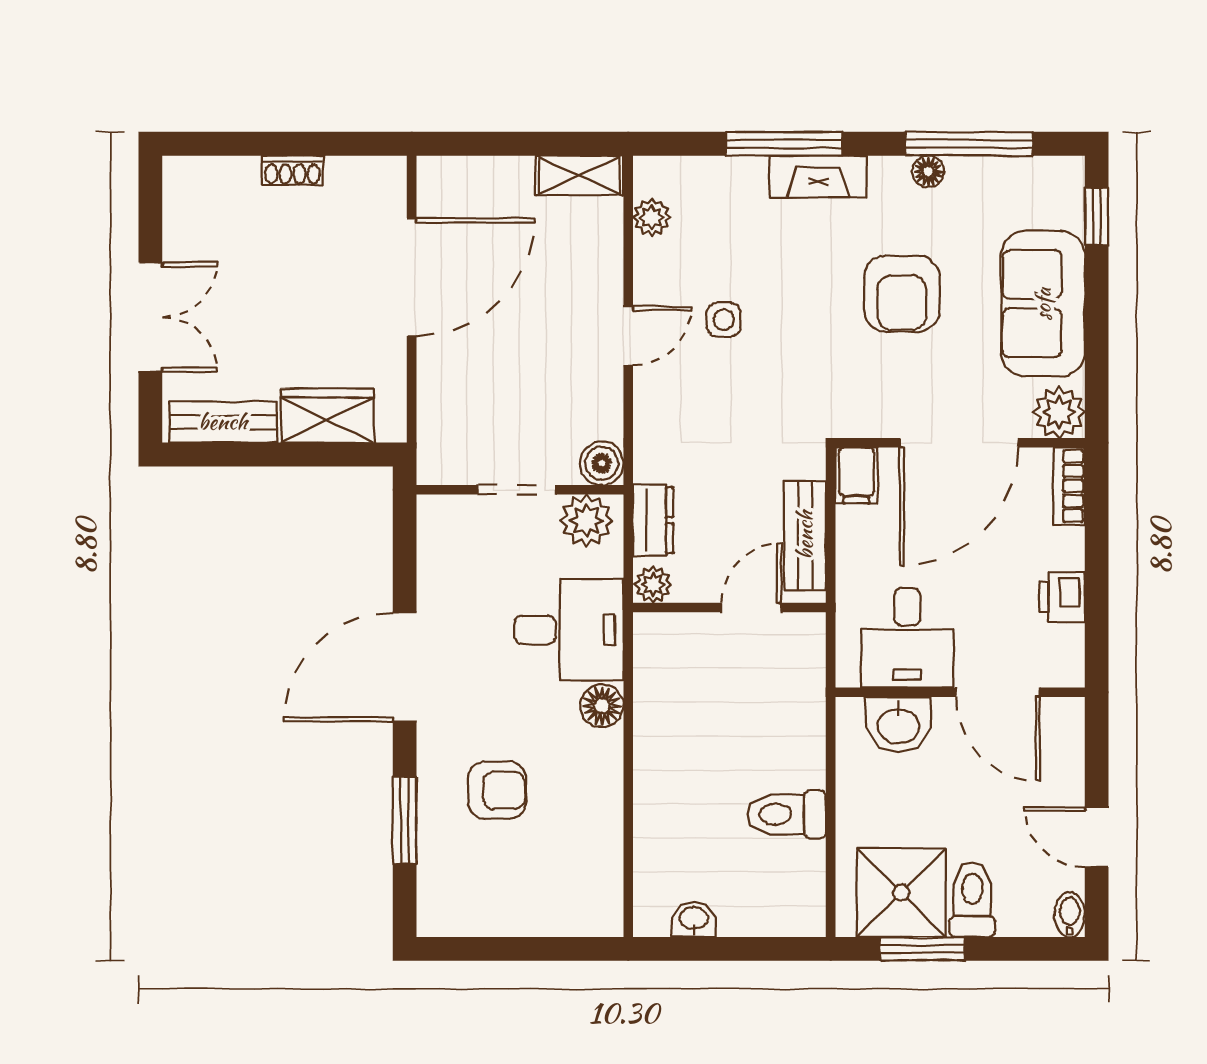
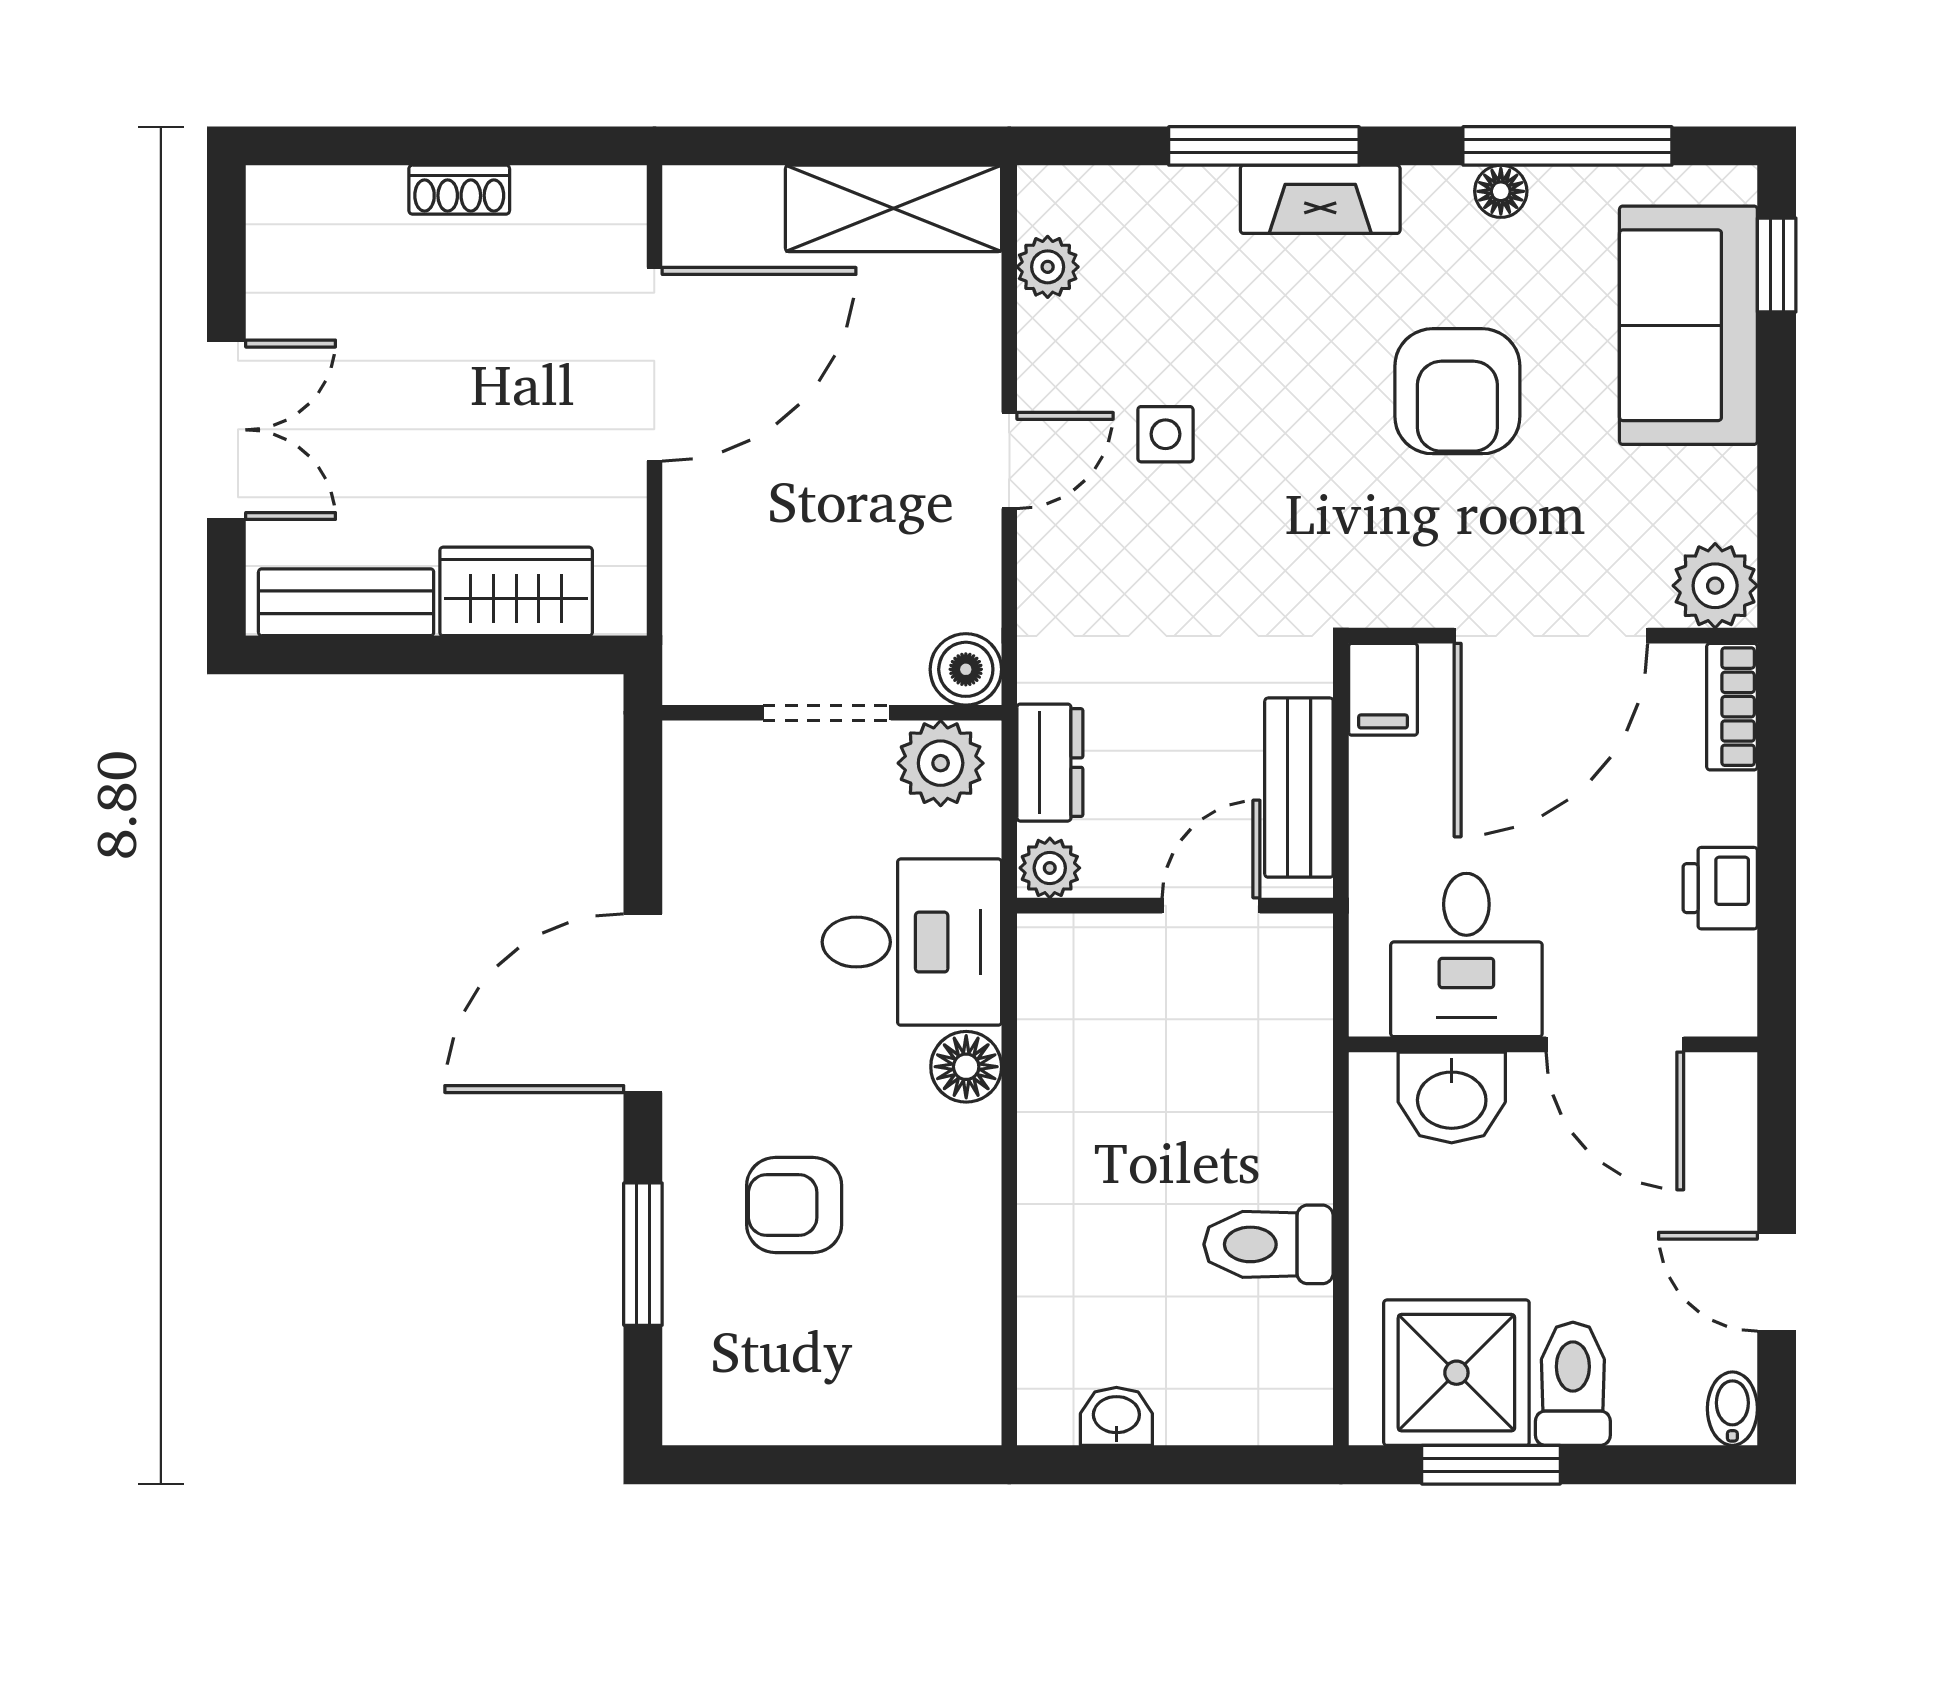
shelving: (580, 175) -> (894, 208), width x1.50, depth x1.33
sofa: (1043, 304) -> (1688, 325), moved
armchair: (497, 790) -> (794, 1205), turned 180

